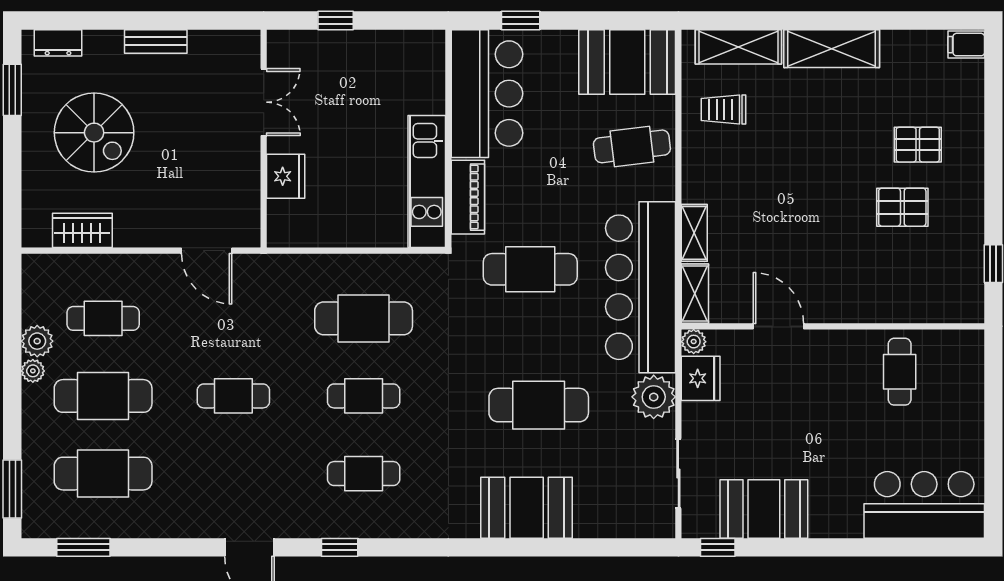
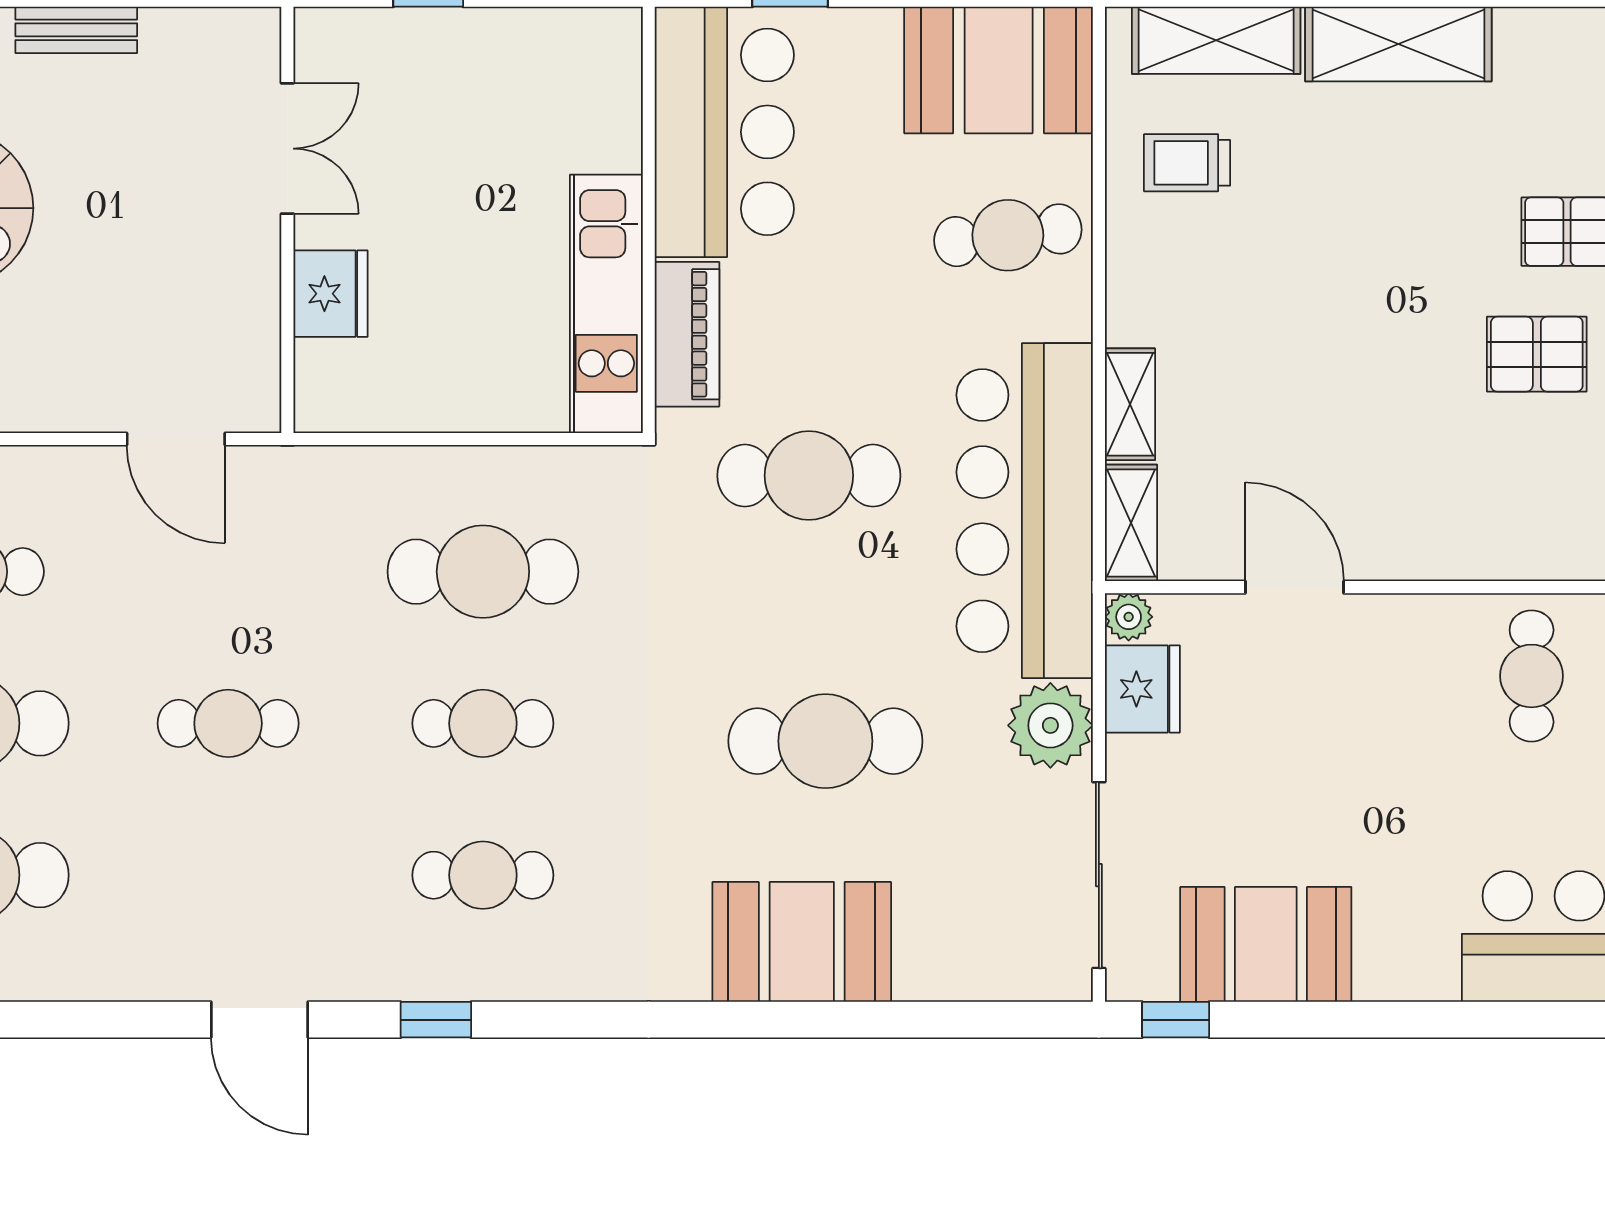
sliding door: (678, 473) -> (1099, 875), width x1.37

